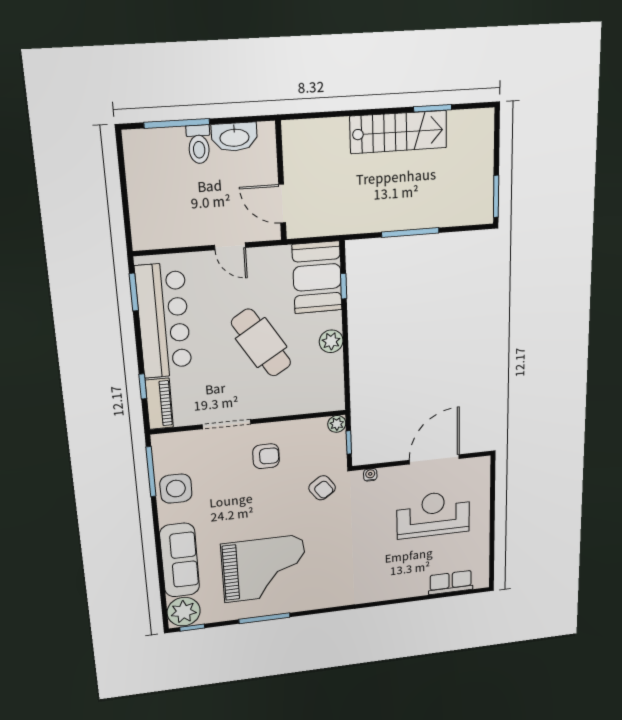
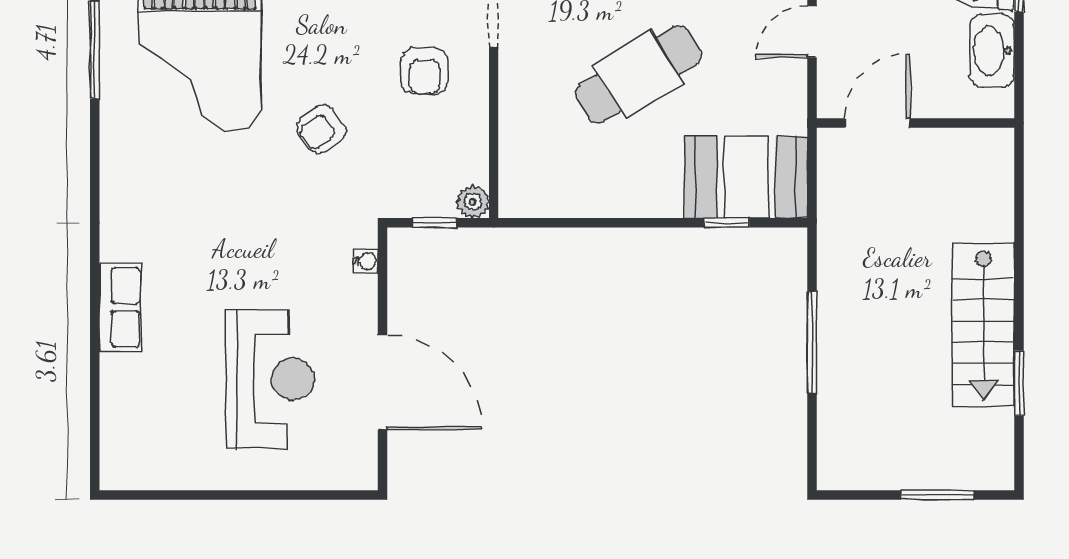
window: (496, 196) -> (938, 495), moved
plant: (331, 341) -> (629, 197), removed
armchair: (322, 488) -> (321, 129), moved
row of seats: (451, 582) -> (120, 307), moved

